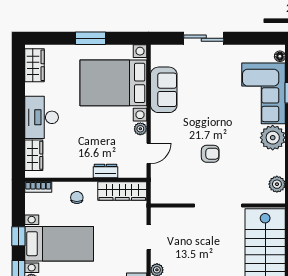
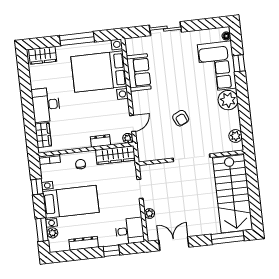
window: (90, 38) -> (77, 39), width x1.44
wardrobe: (35, 65) -> (43, 55), moved, turned 90
plant: (140, 129) -> (128, 138), moved
armchair: (210, 154) -> (181, 118), turned 65
window: (18, 236) -> (37, 187), moved

